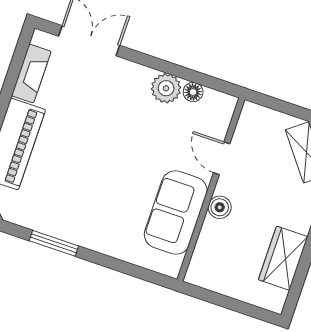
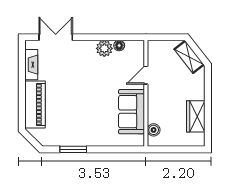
door: (222, 158) -> (146, 75), hinge flipped
boiler: (220, 207) -> (154, 130), moved

